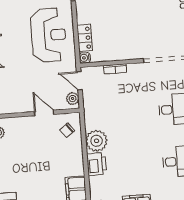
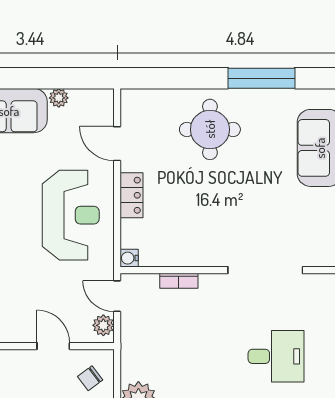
locker: (85, 38) -> (132, 195), moved

